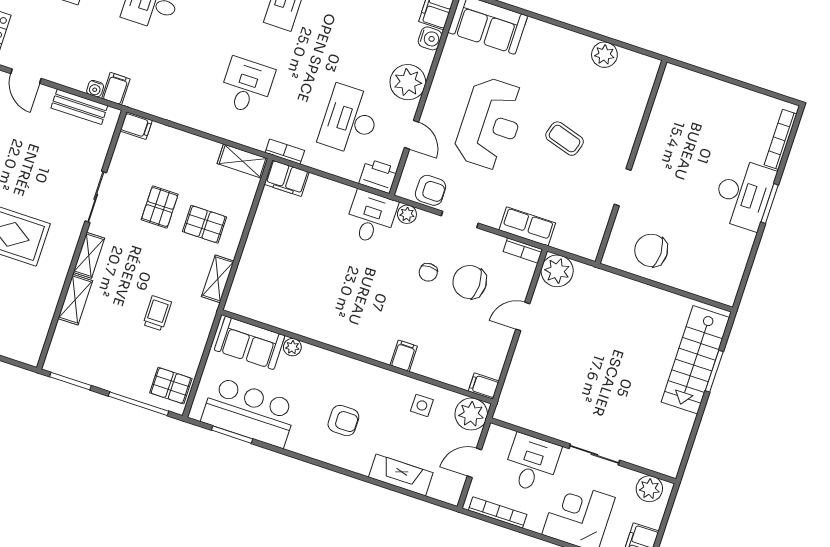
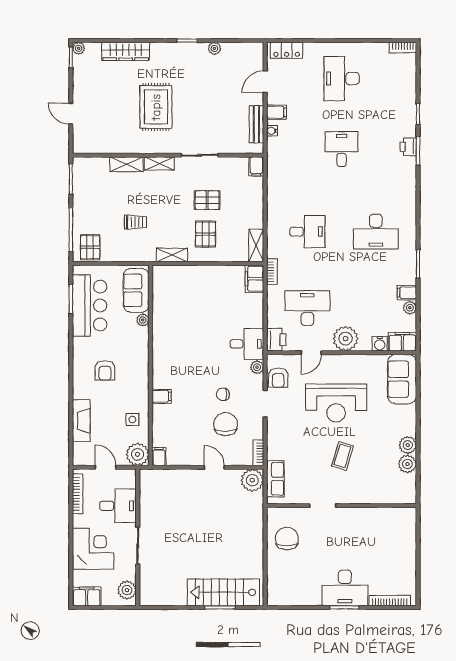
plant: (579, 46) -> (408, 445), added
filing cabinet: (116, 89) -> (277, 112), moved
row of seats: (527, 226) -> (275, 479), moved

